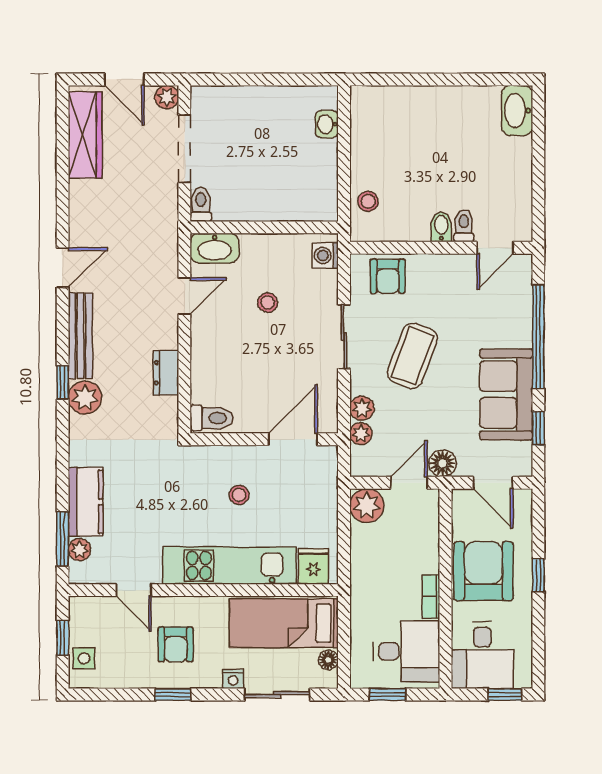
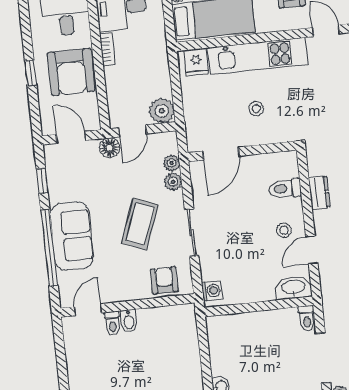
stool: (368, 201) -> (185, 334), removed
stool: (268, 302) -> (284, 230), moved
sofa: (506, 394) -> (72, 236), moved
toilet: (212, 418) -> (285, 189), moved

